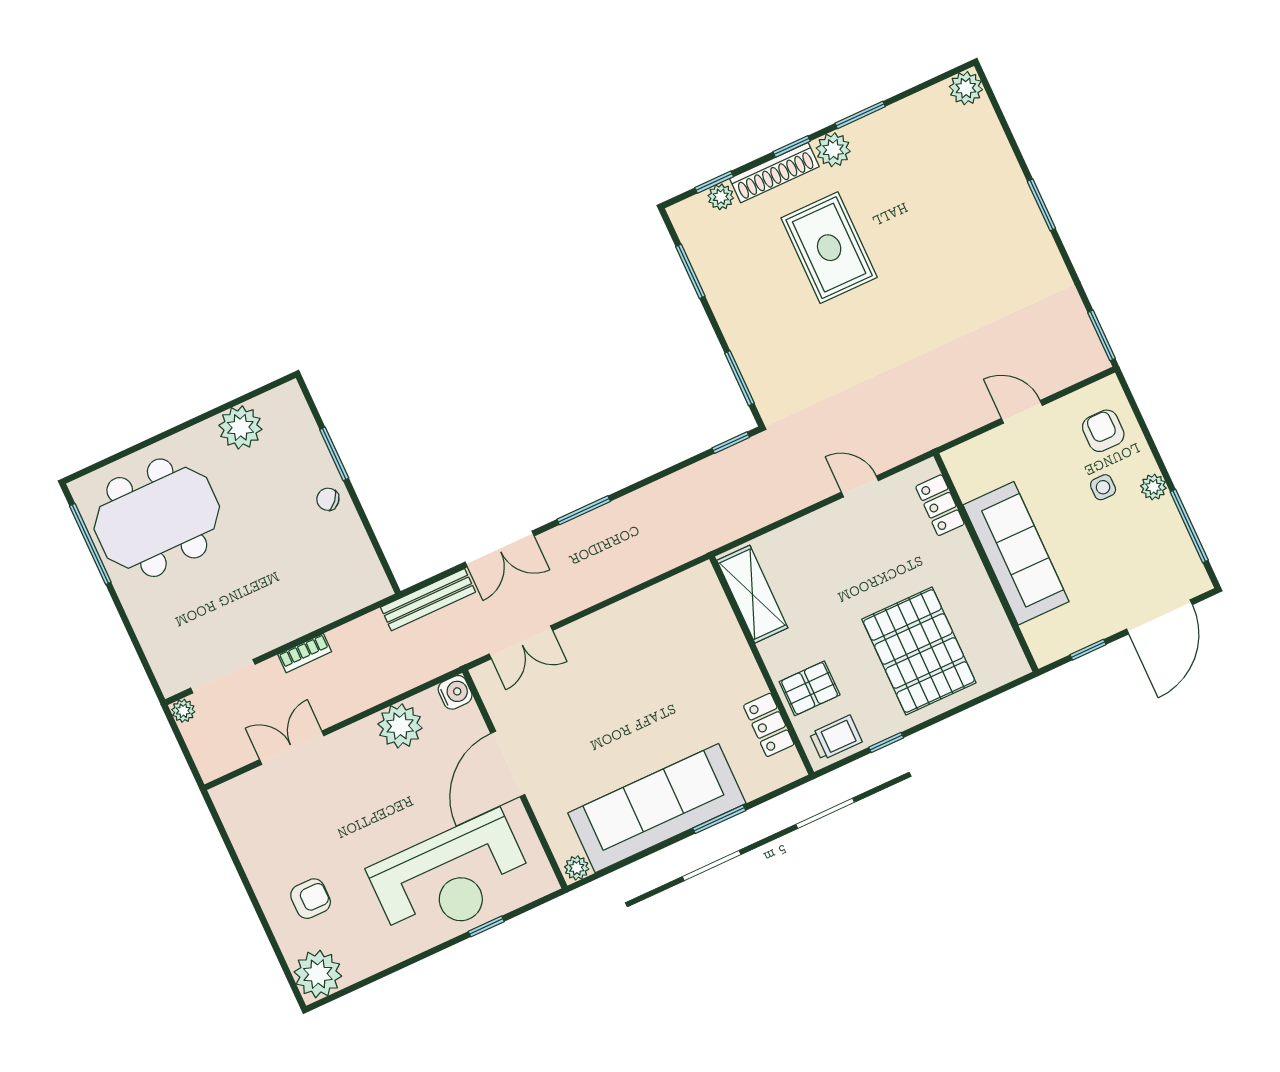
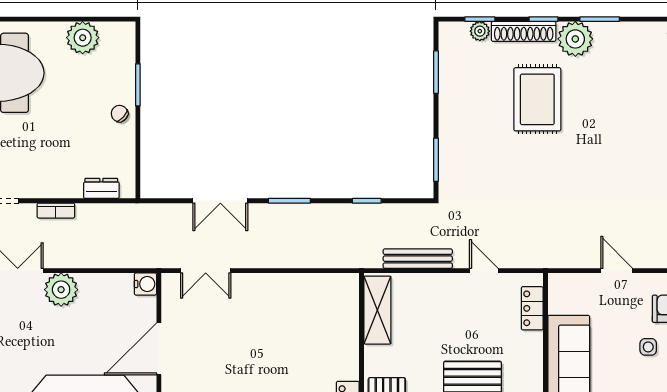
plant: (833, 150) -> (575, 39), width x1.36, depth x1.36
window: (731, 443) -> (367, 201), moved
bench: (428, 600) -> (418, 259), moved
dresser: (348, 601) -> (101, 188), added
plant: (400, 726) -> (61, 290), moved

